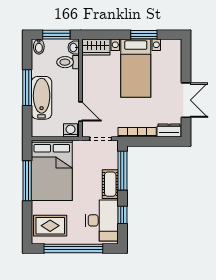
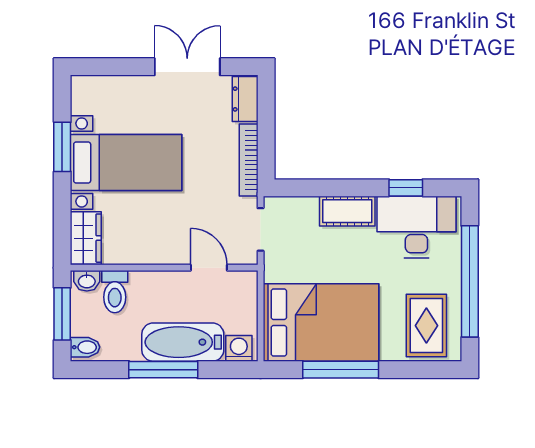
door: (81, 112) -> (209, 268), hinge flipped
washing machine: (71, 130) -> (239, 348), moved, turned 90
window: (122, 171) -> (322, 188), removed

